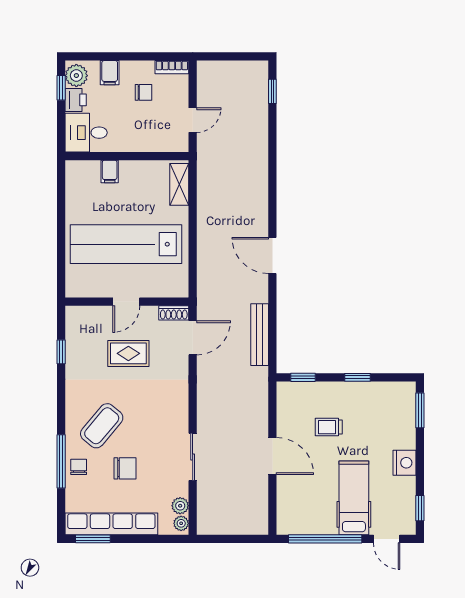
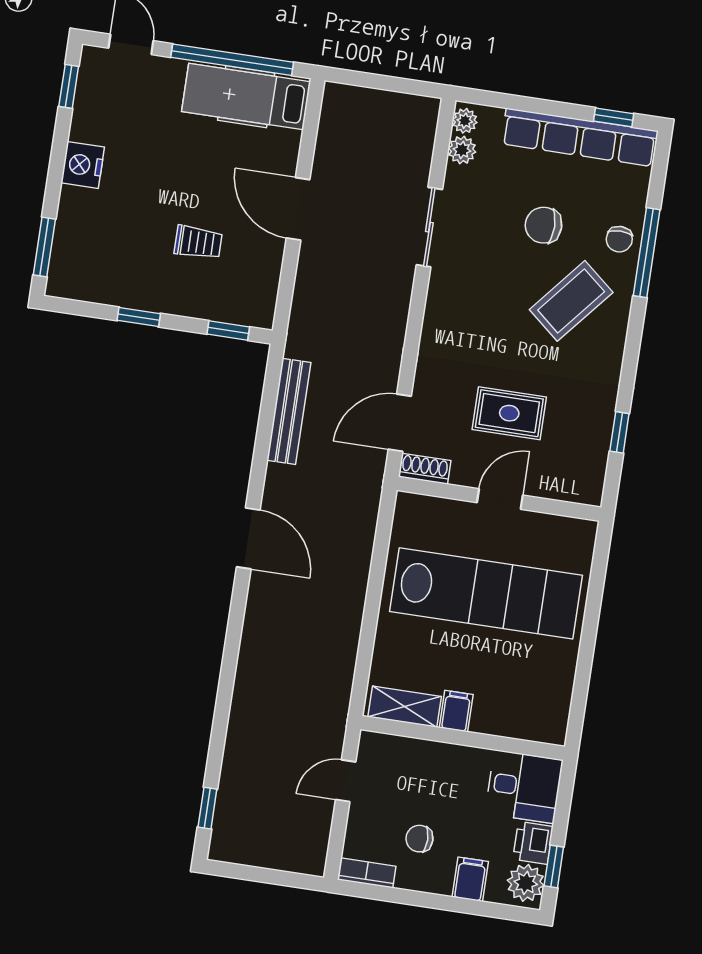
filing cabinet: (110, 171) -> (456, 711), moved
shelving: (179, 184) -> (405, 707), moved, turned 90
hospital bed: (354, 498) -> (246, 97), moved, turned 90
window: (93, 539) -> (614, 117), width x0.67

